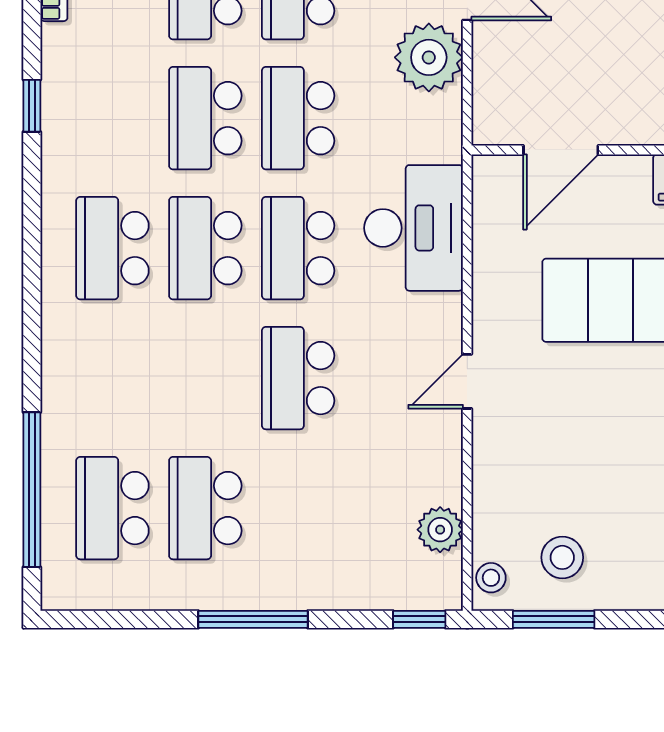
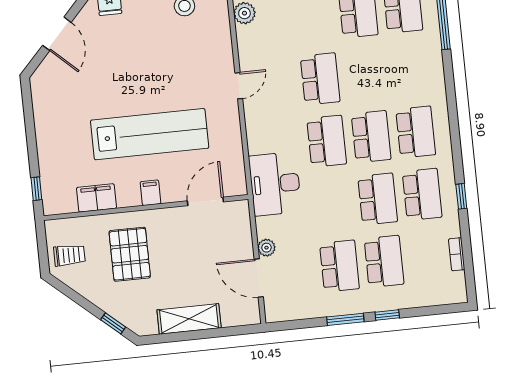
plant: (429, 57) -> (266, 248), width x0.53, depth x0.53
school desk: (298, 118) -> (422, 194), moved
desk: (413, 228) -> (275, 184), moved

